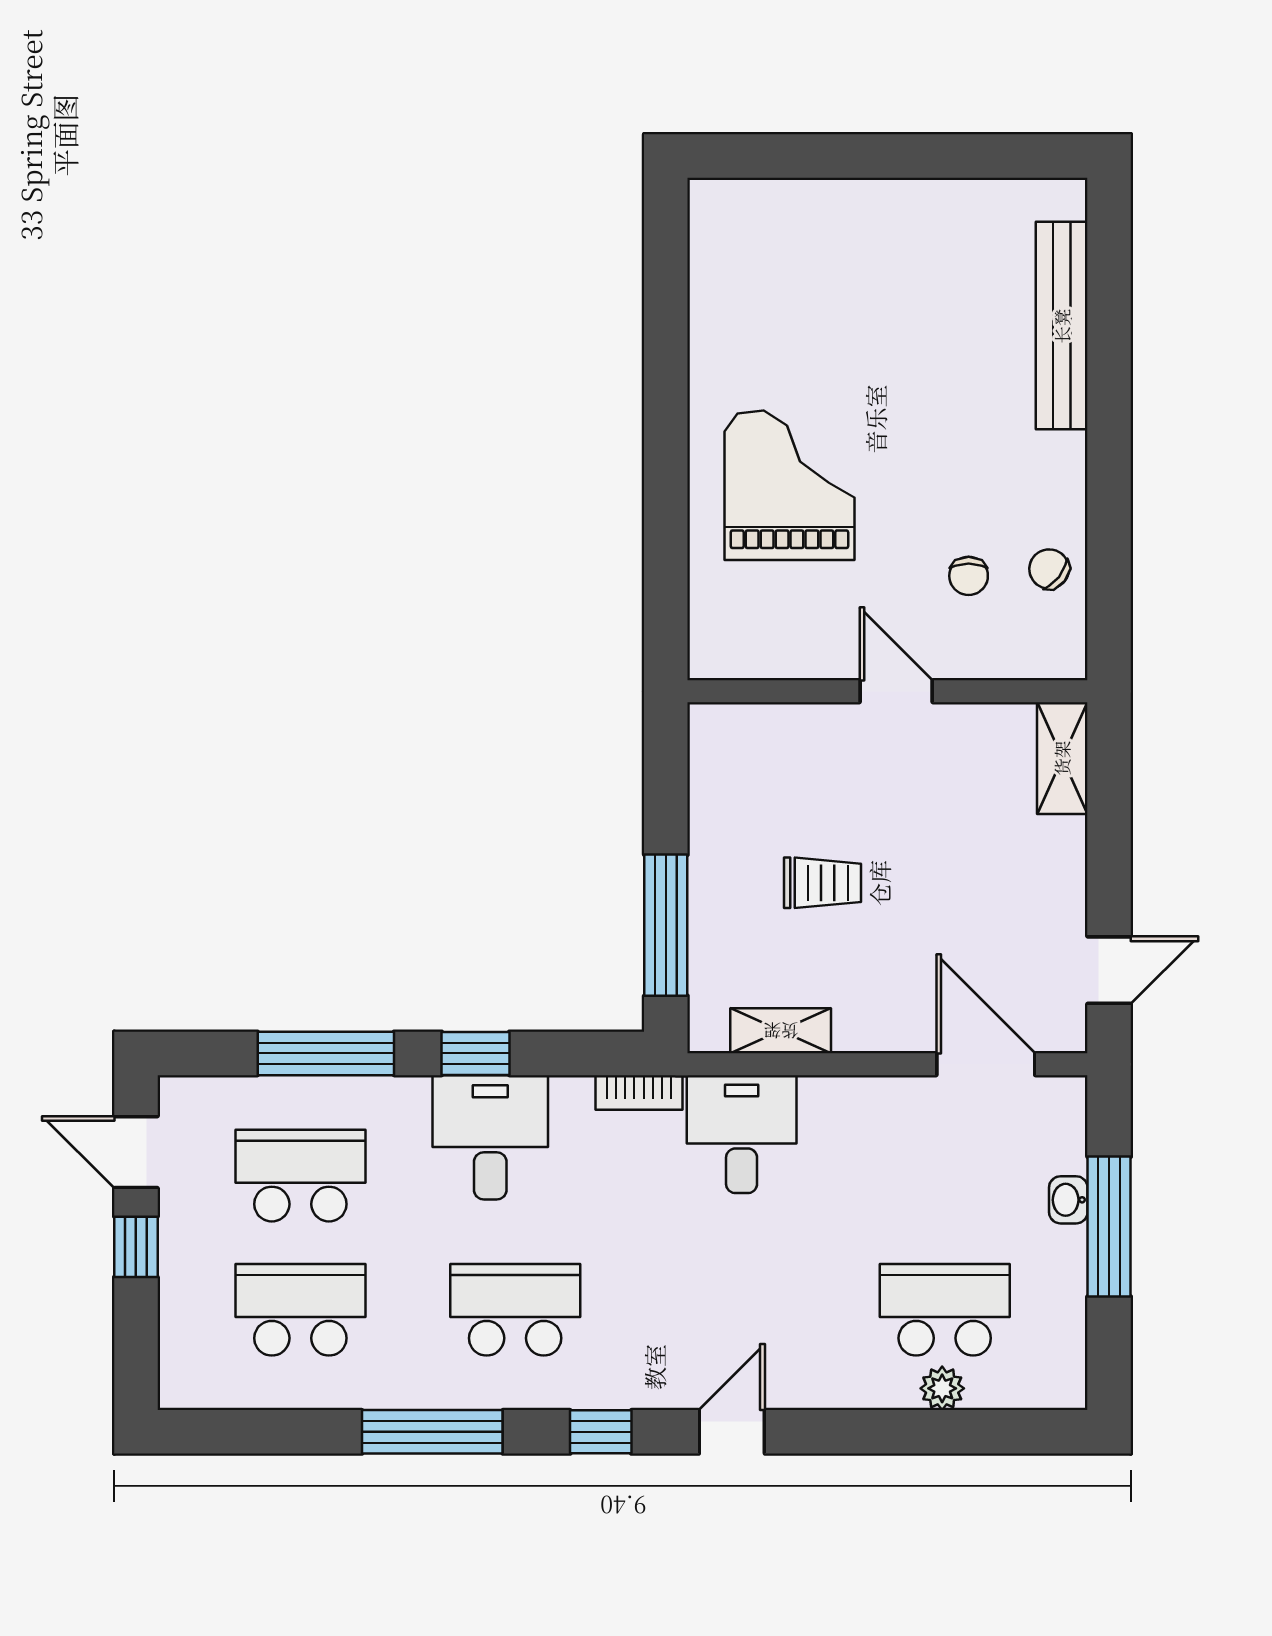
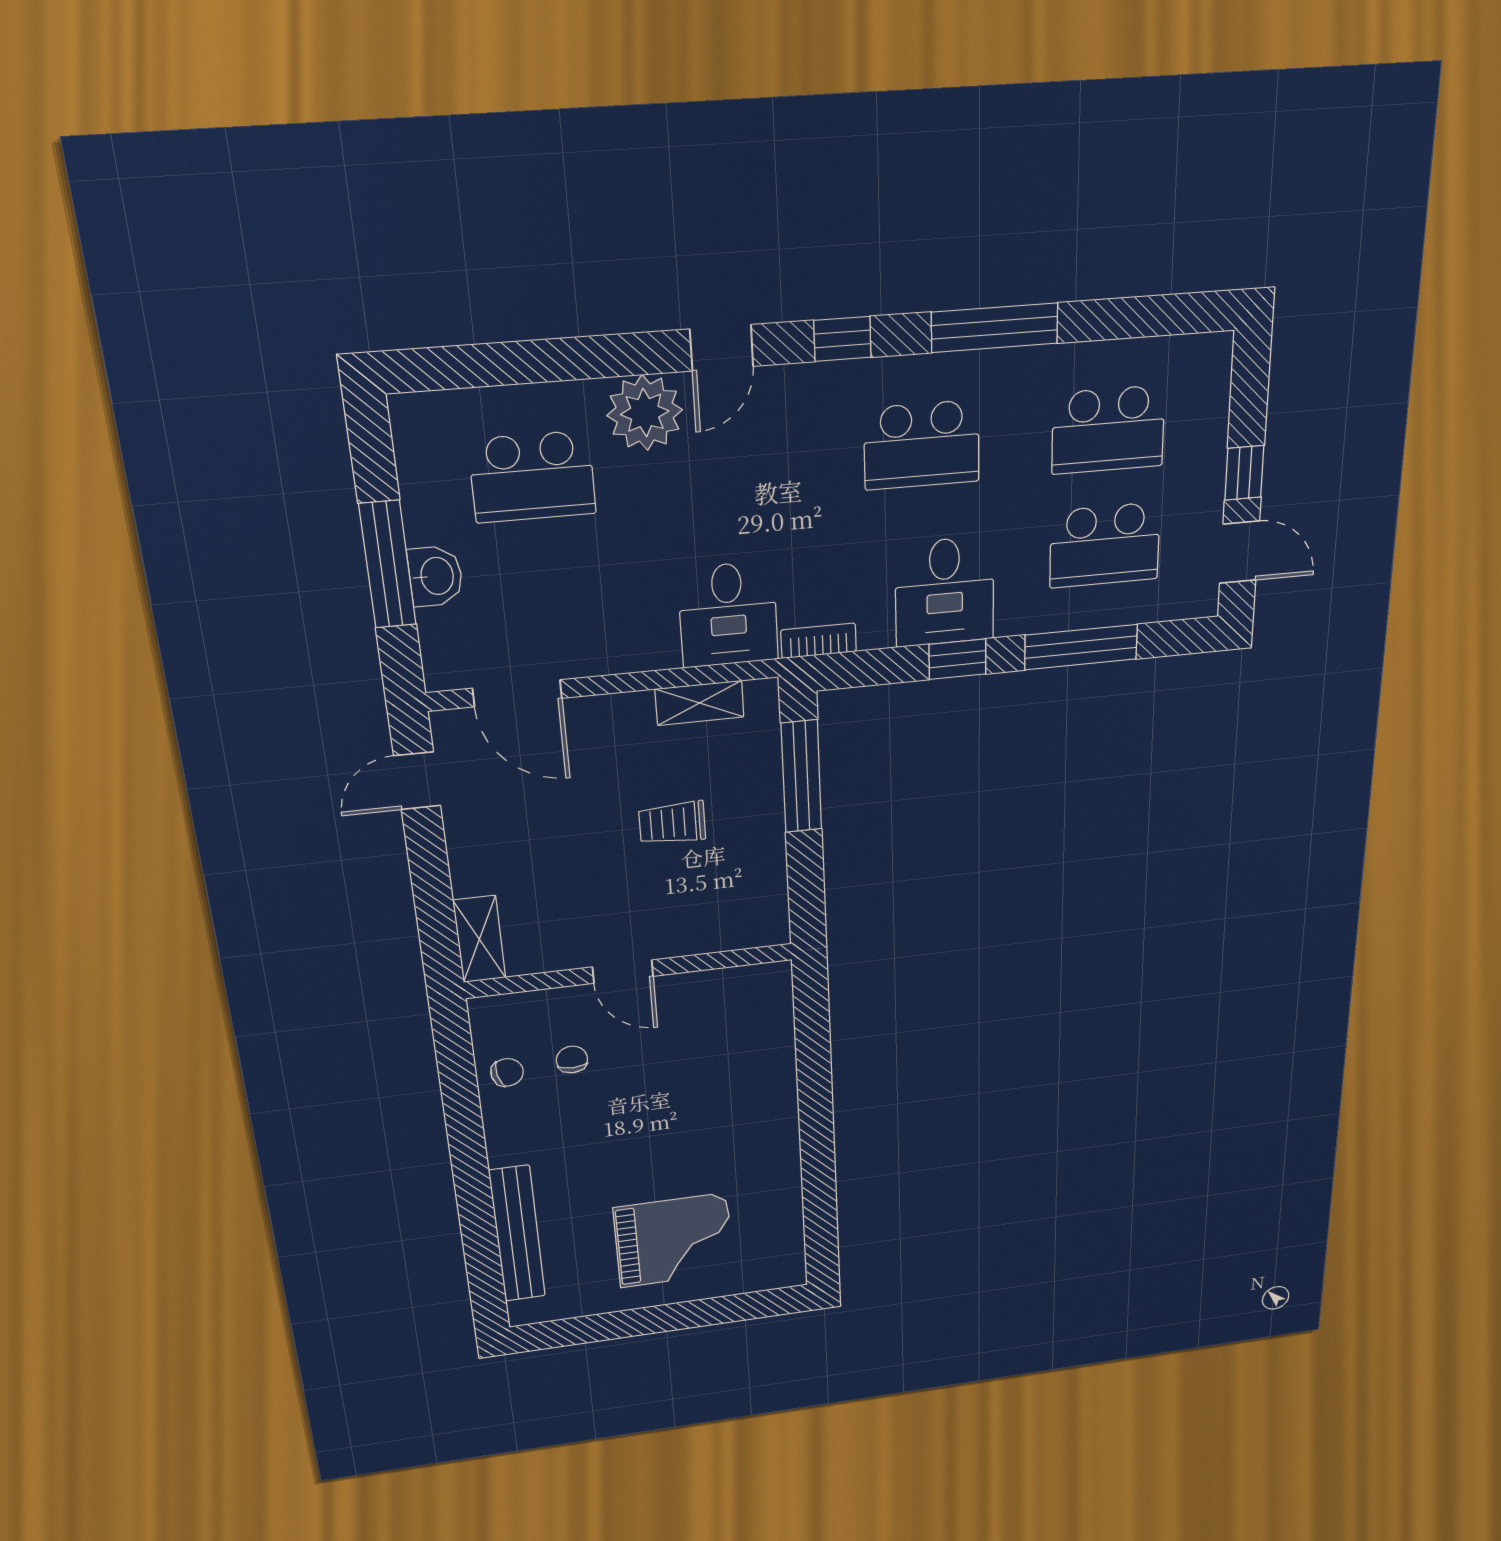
grand piano: (789, 485) -> (674, 1240), moved, turned -90
chair: (1049, 569) -> (507, 1072), turned -49
washbasin: (1068, 1200) -> (436, 576), width x1.38, depth x1.45
plant: (942, 1388) -> (645, 413), moved, width x1.88, depth x1.88

